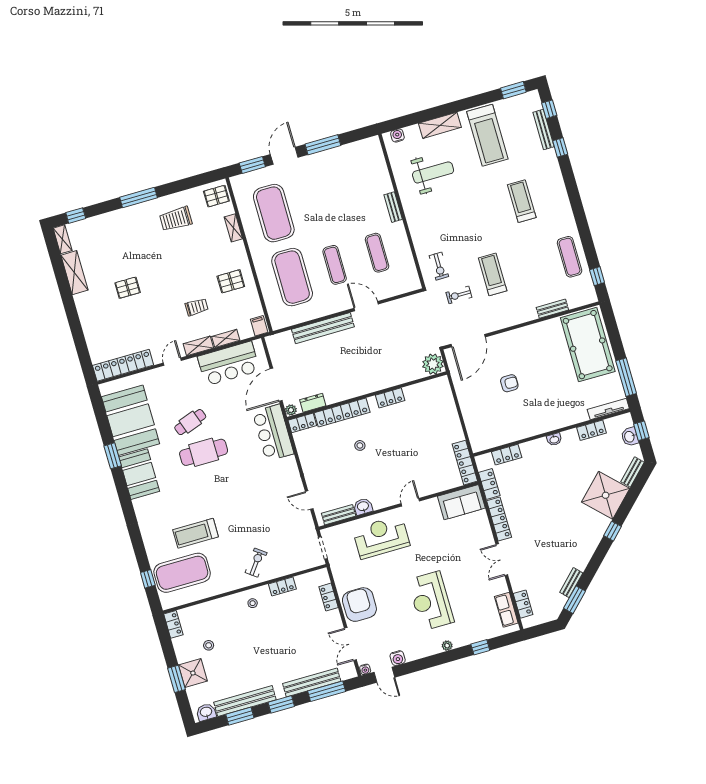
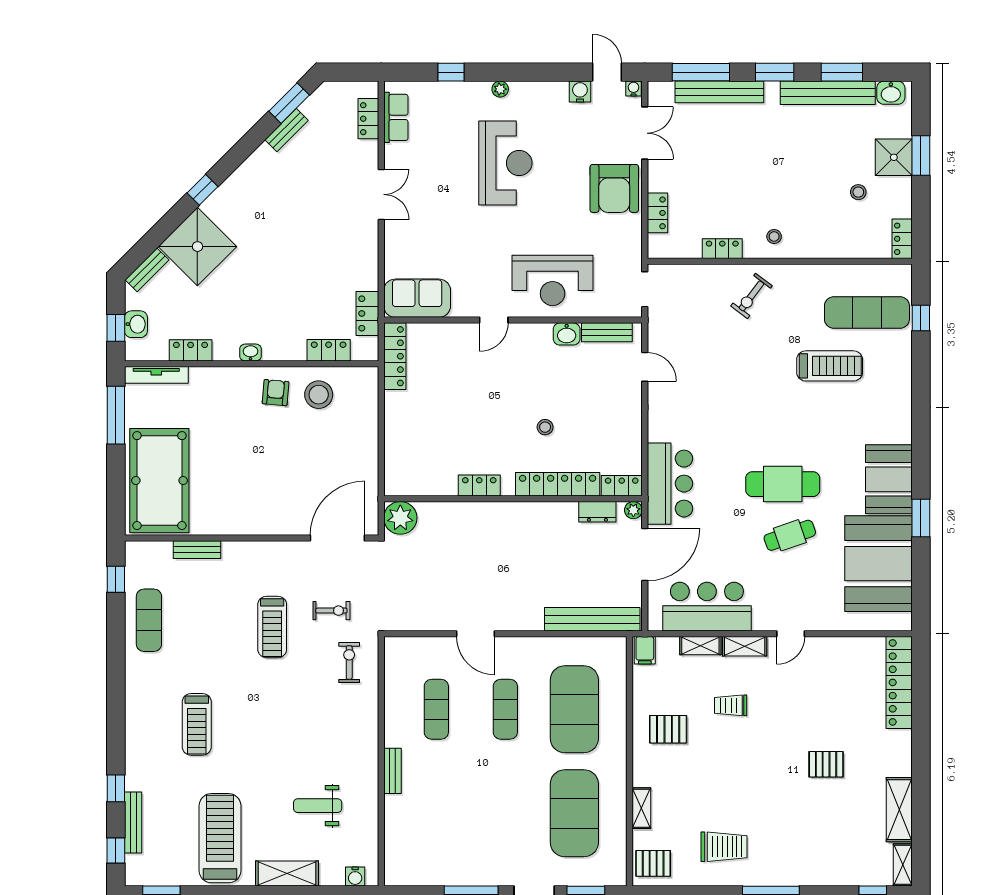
weight bench: (433, 172) -> (318, 806), width x0.73, depth x0.75
bench: (323, 328) -> (592, 619), moved
locker: (123, 365) -> (899, 682), moved, turned 90
armchair: (509, 383) -> (276, 393), moved, turned 95
stool: (505, 426) -> (319, 395), added
locker: (499, 519) -> (368, 257), removed
exercise mat: (182, 573) -> (867, 313), width x0.68

